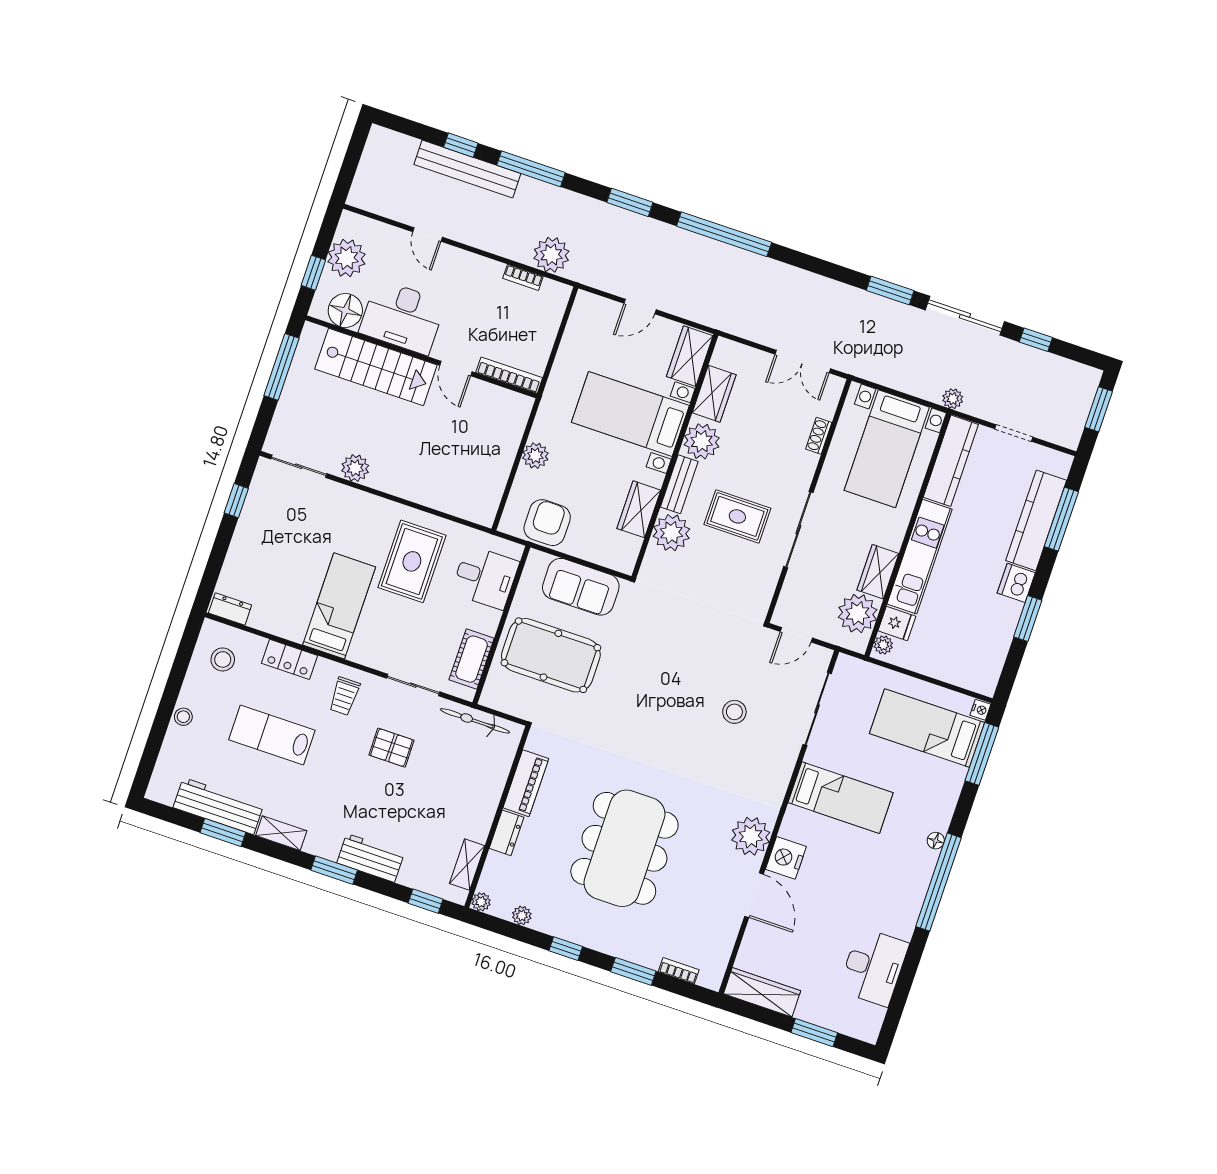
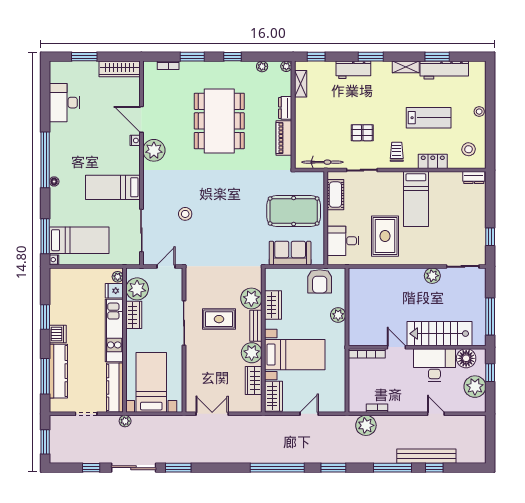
shoe rack: (819, 436) -> (190, 377), removed
nightstand: (786, 858) -> (135, 140), width x0.53, depth x0.56

